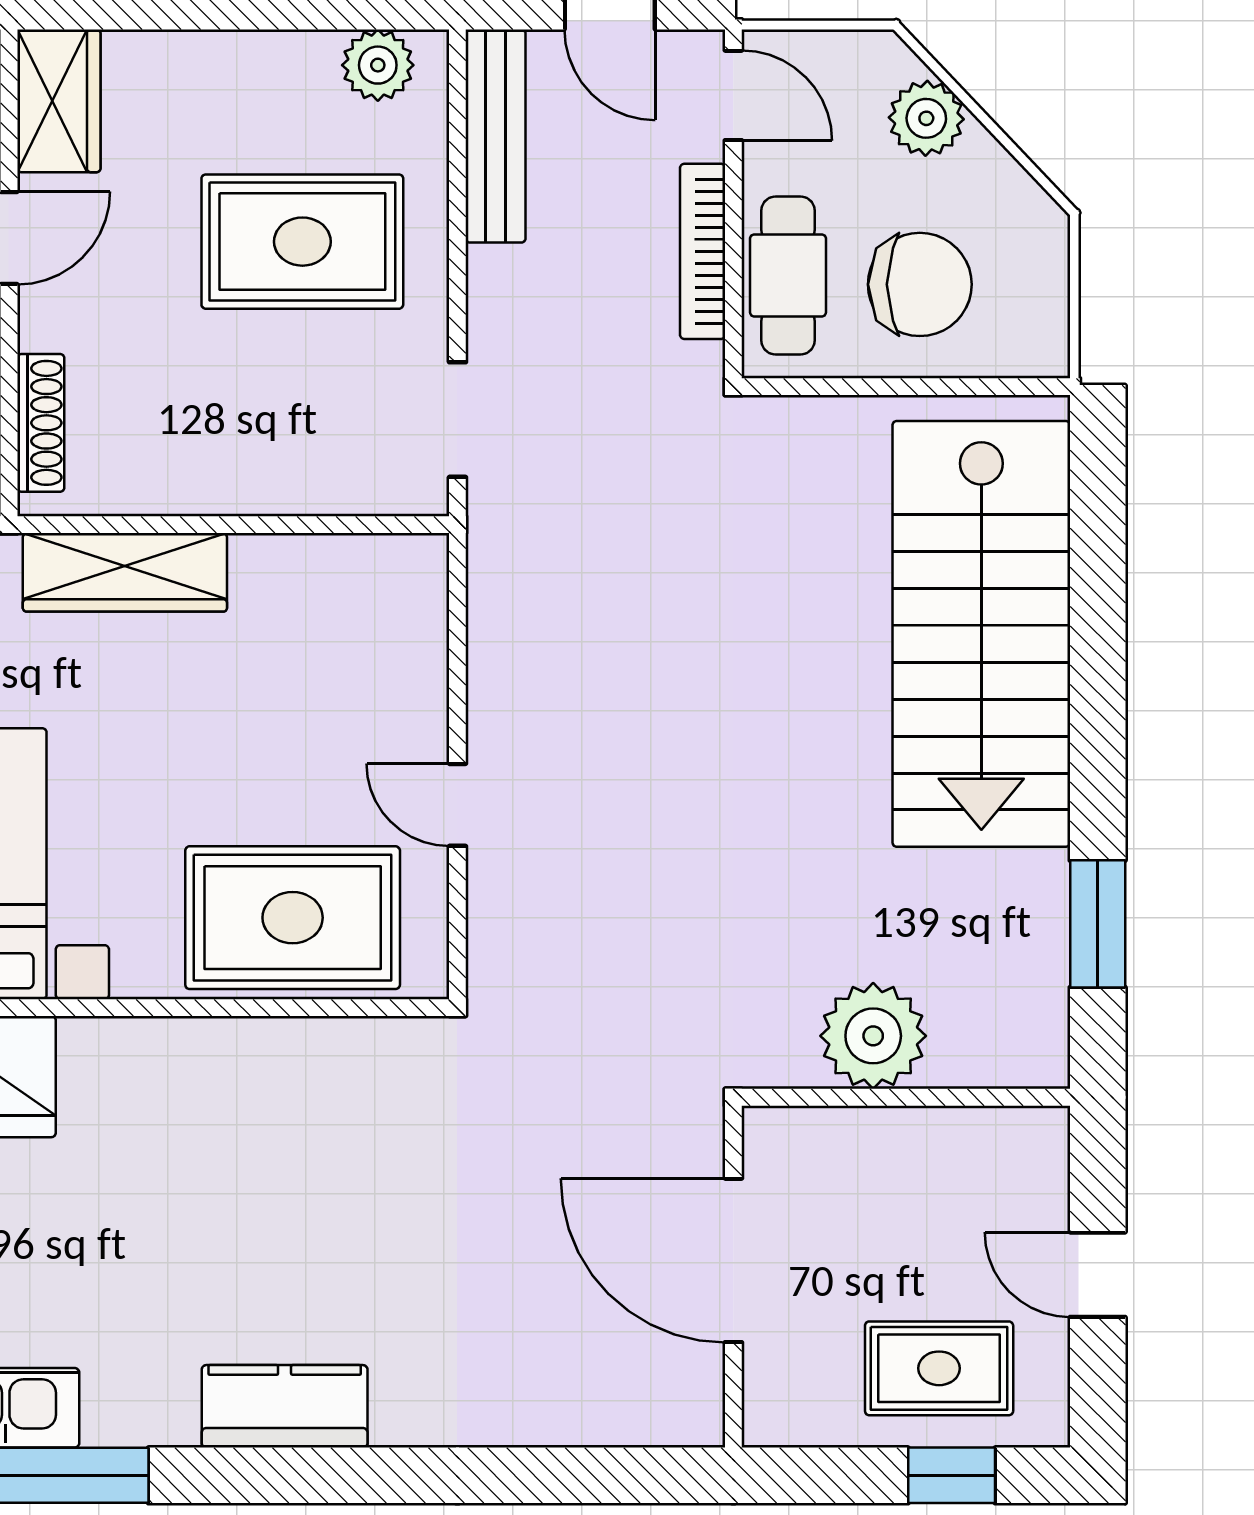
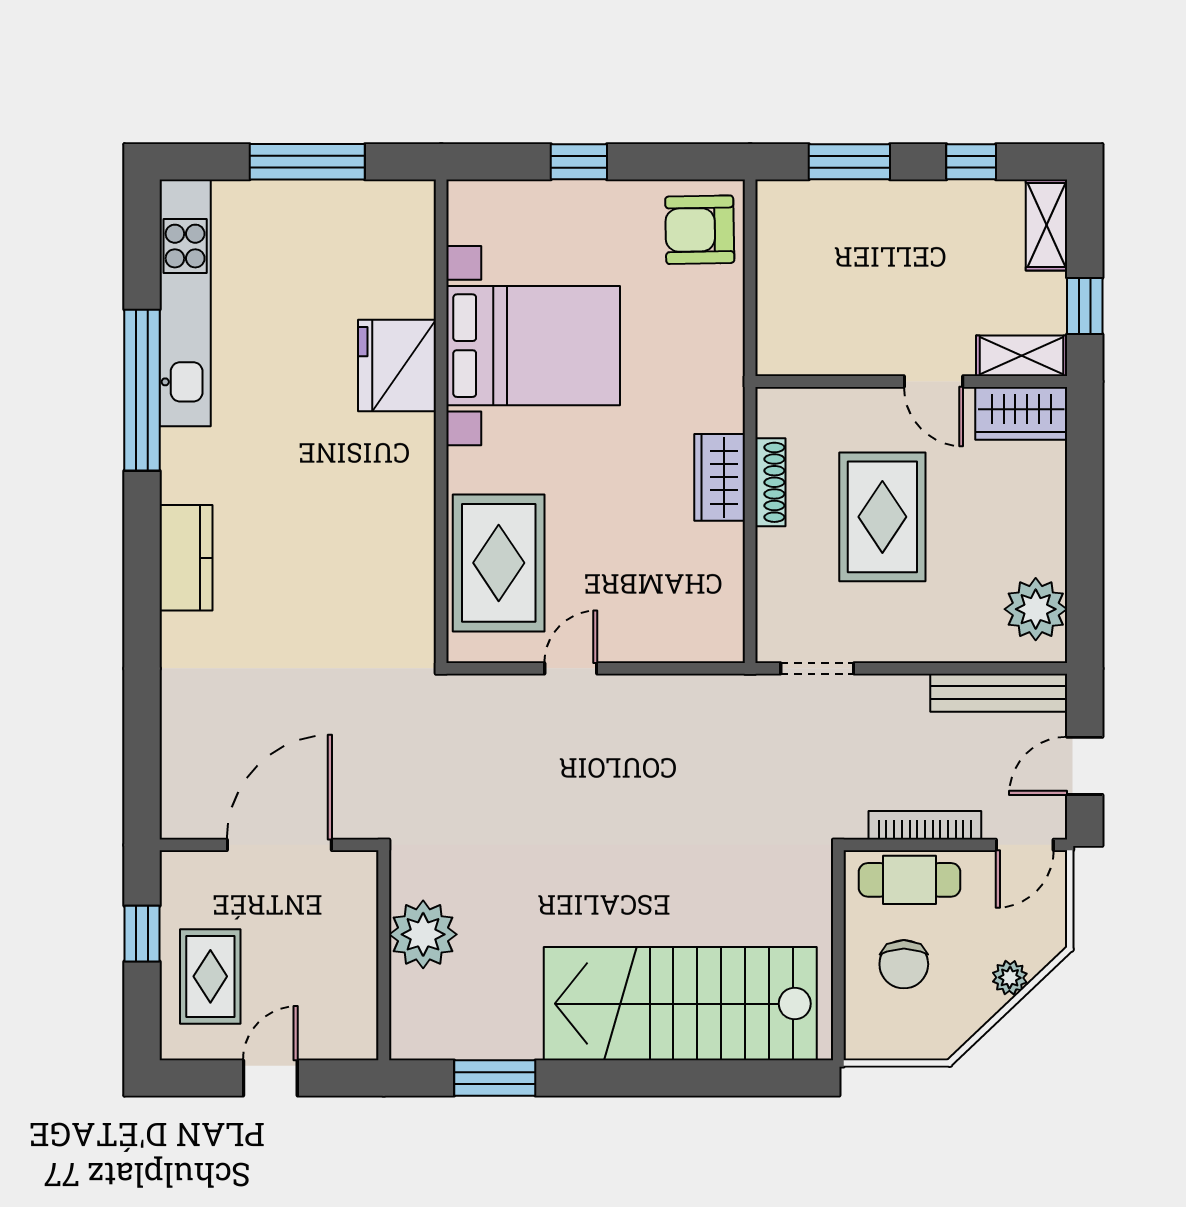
plant: (378, 65) -> (1036, 609), width x1.36, depth x1.36
plant: (926, 118) -> (1010, 978), width x0.73, depth x0.73
rug: (302, 242) -> (882, 517), moved
chair: (920, 284) -> (904, 964), width x0.73, depth x0.73
shoe rack: (41, 423) -> (770, 482), moved, turned -90
wardrobe: (125, 572) -> (720, 477), width x0.67
window: (952, 1475) -> (142, 934), moved

